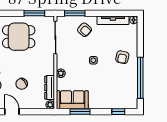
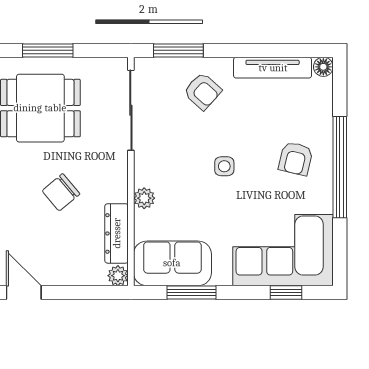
window: (34, 13) -> (48, 50), moved
window: (140, 78) -> (340, 167), moved
chair: (22, 84) -> (61, 192), moved
corner sofa: (117, 94) -> (283, 250), added

